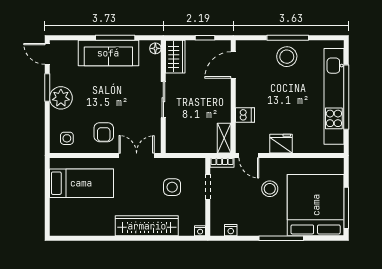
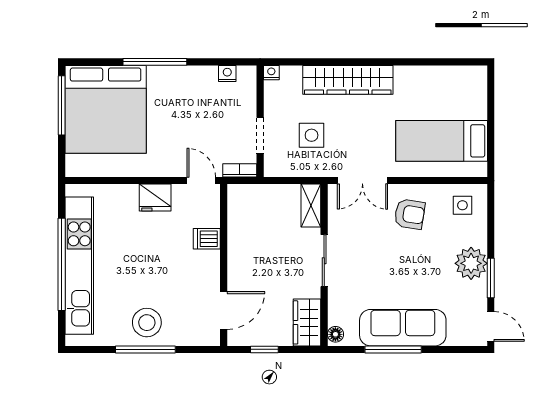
armchair: (104, 132) -> (410, 214), turned 99
shelving: (224, 138) -> (311, 206), moved
stool: (270, 189) -> (171, 133), removed

